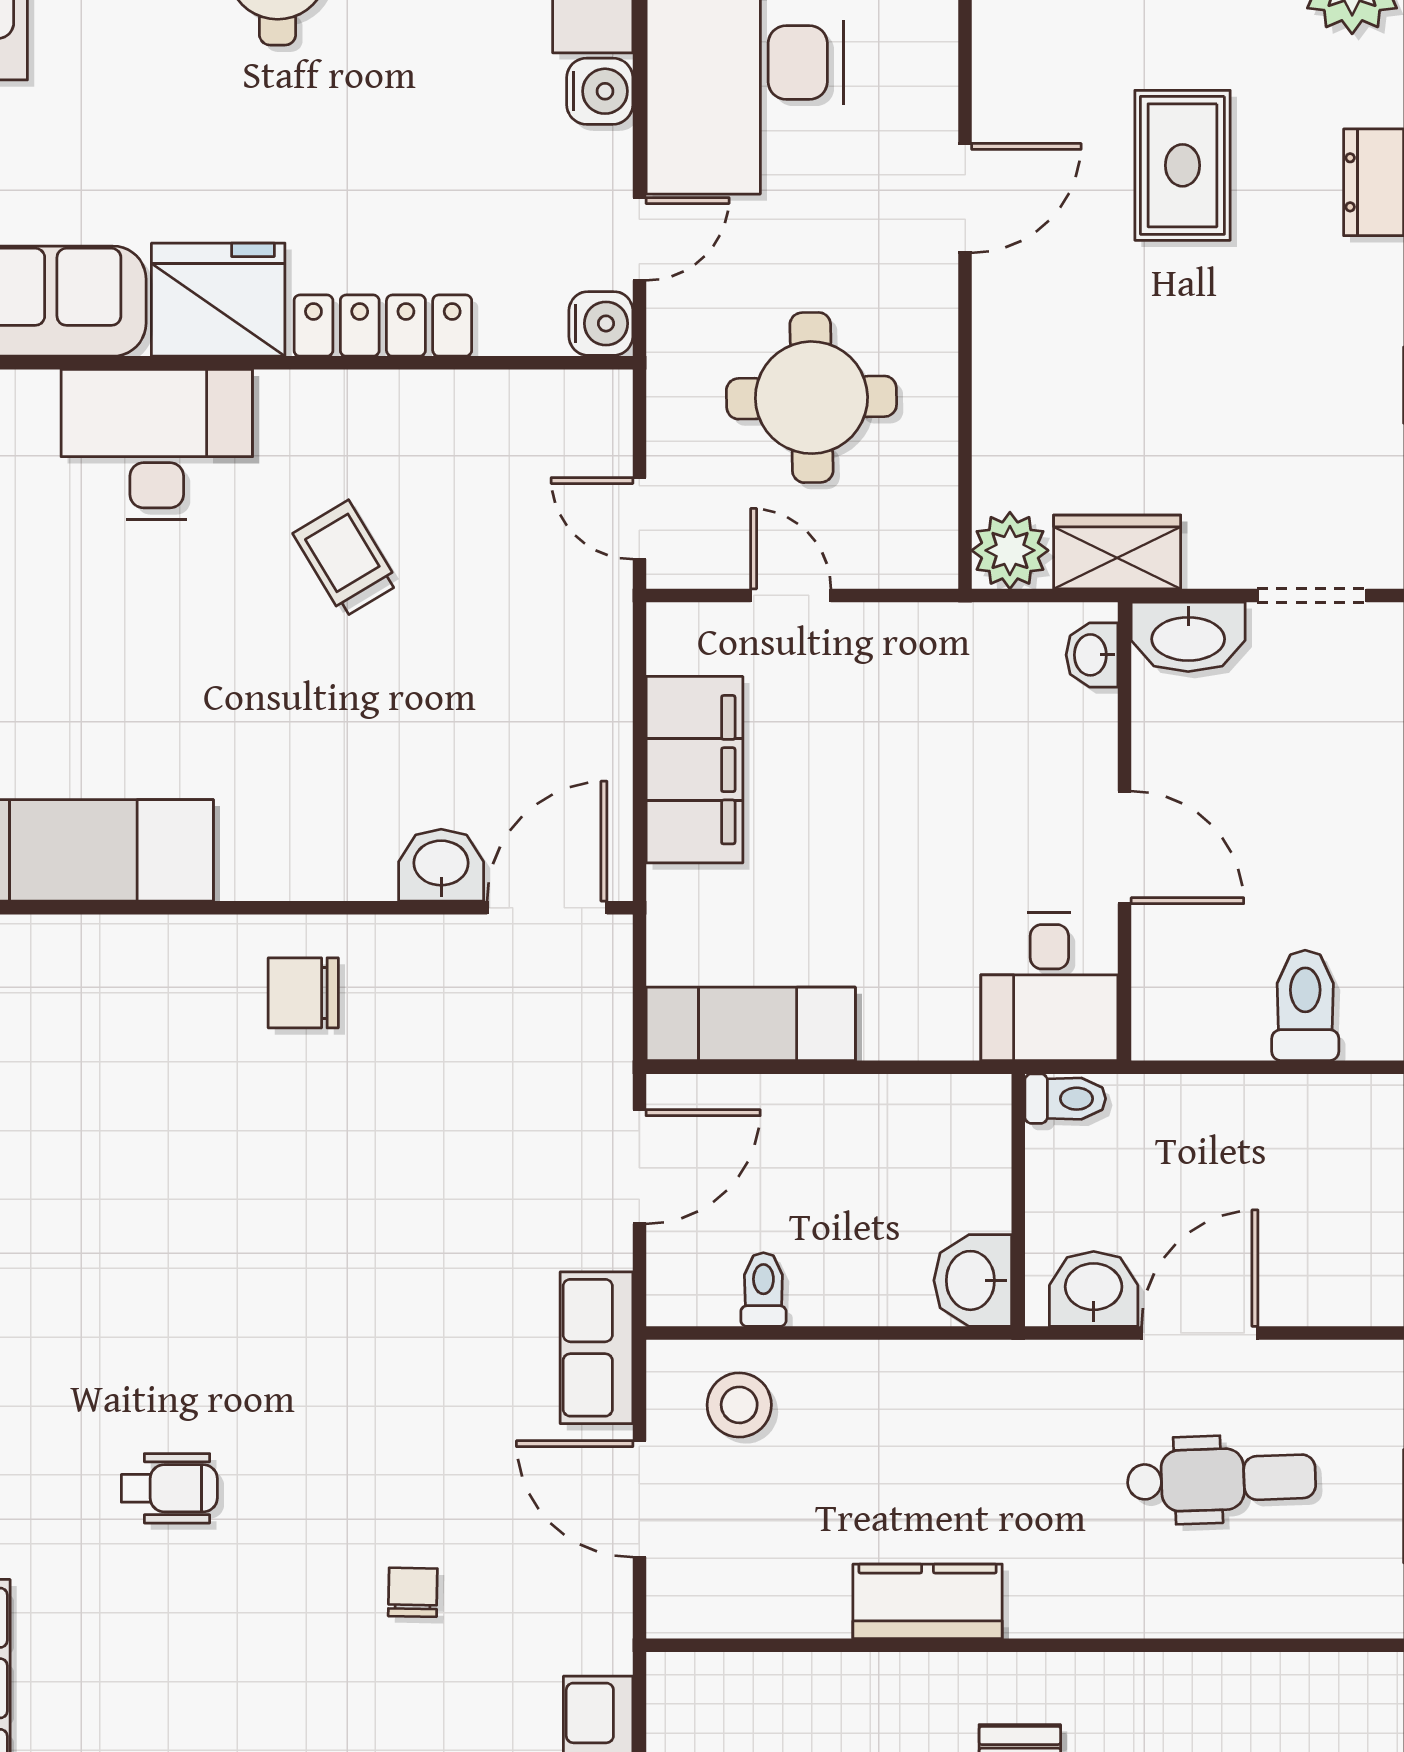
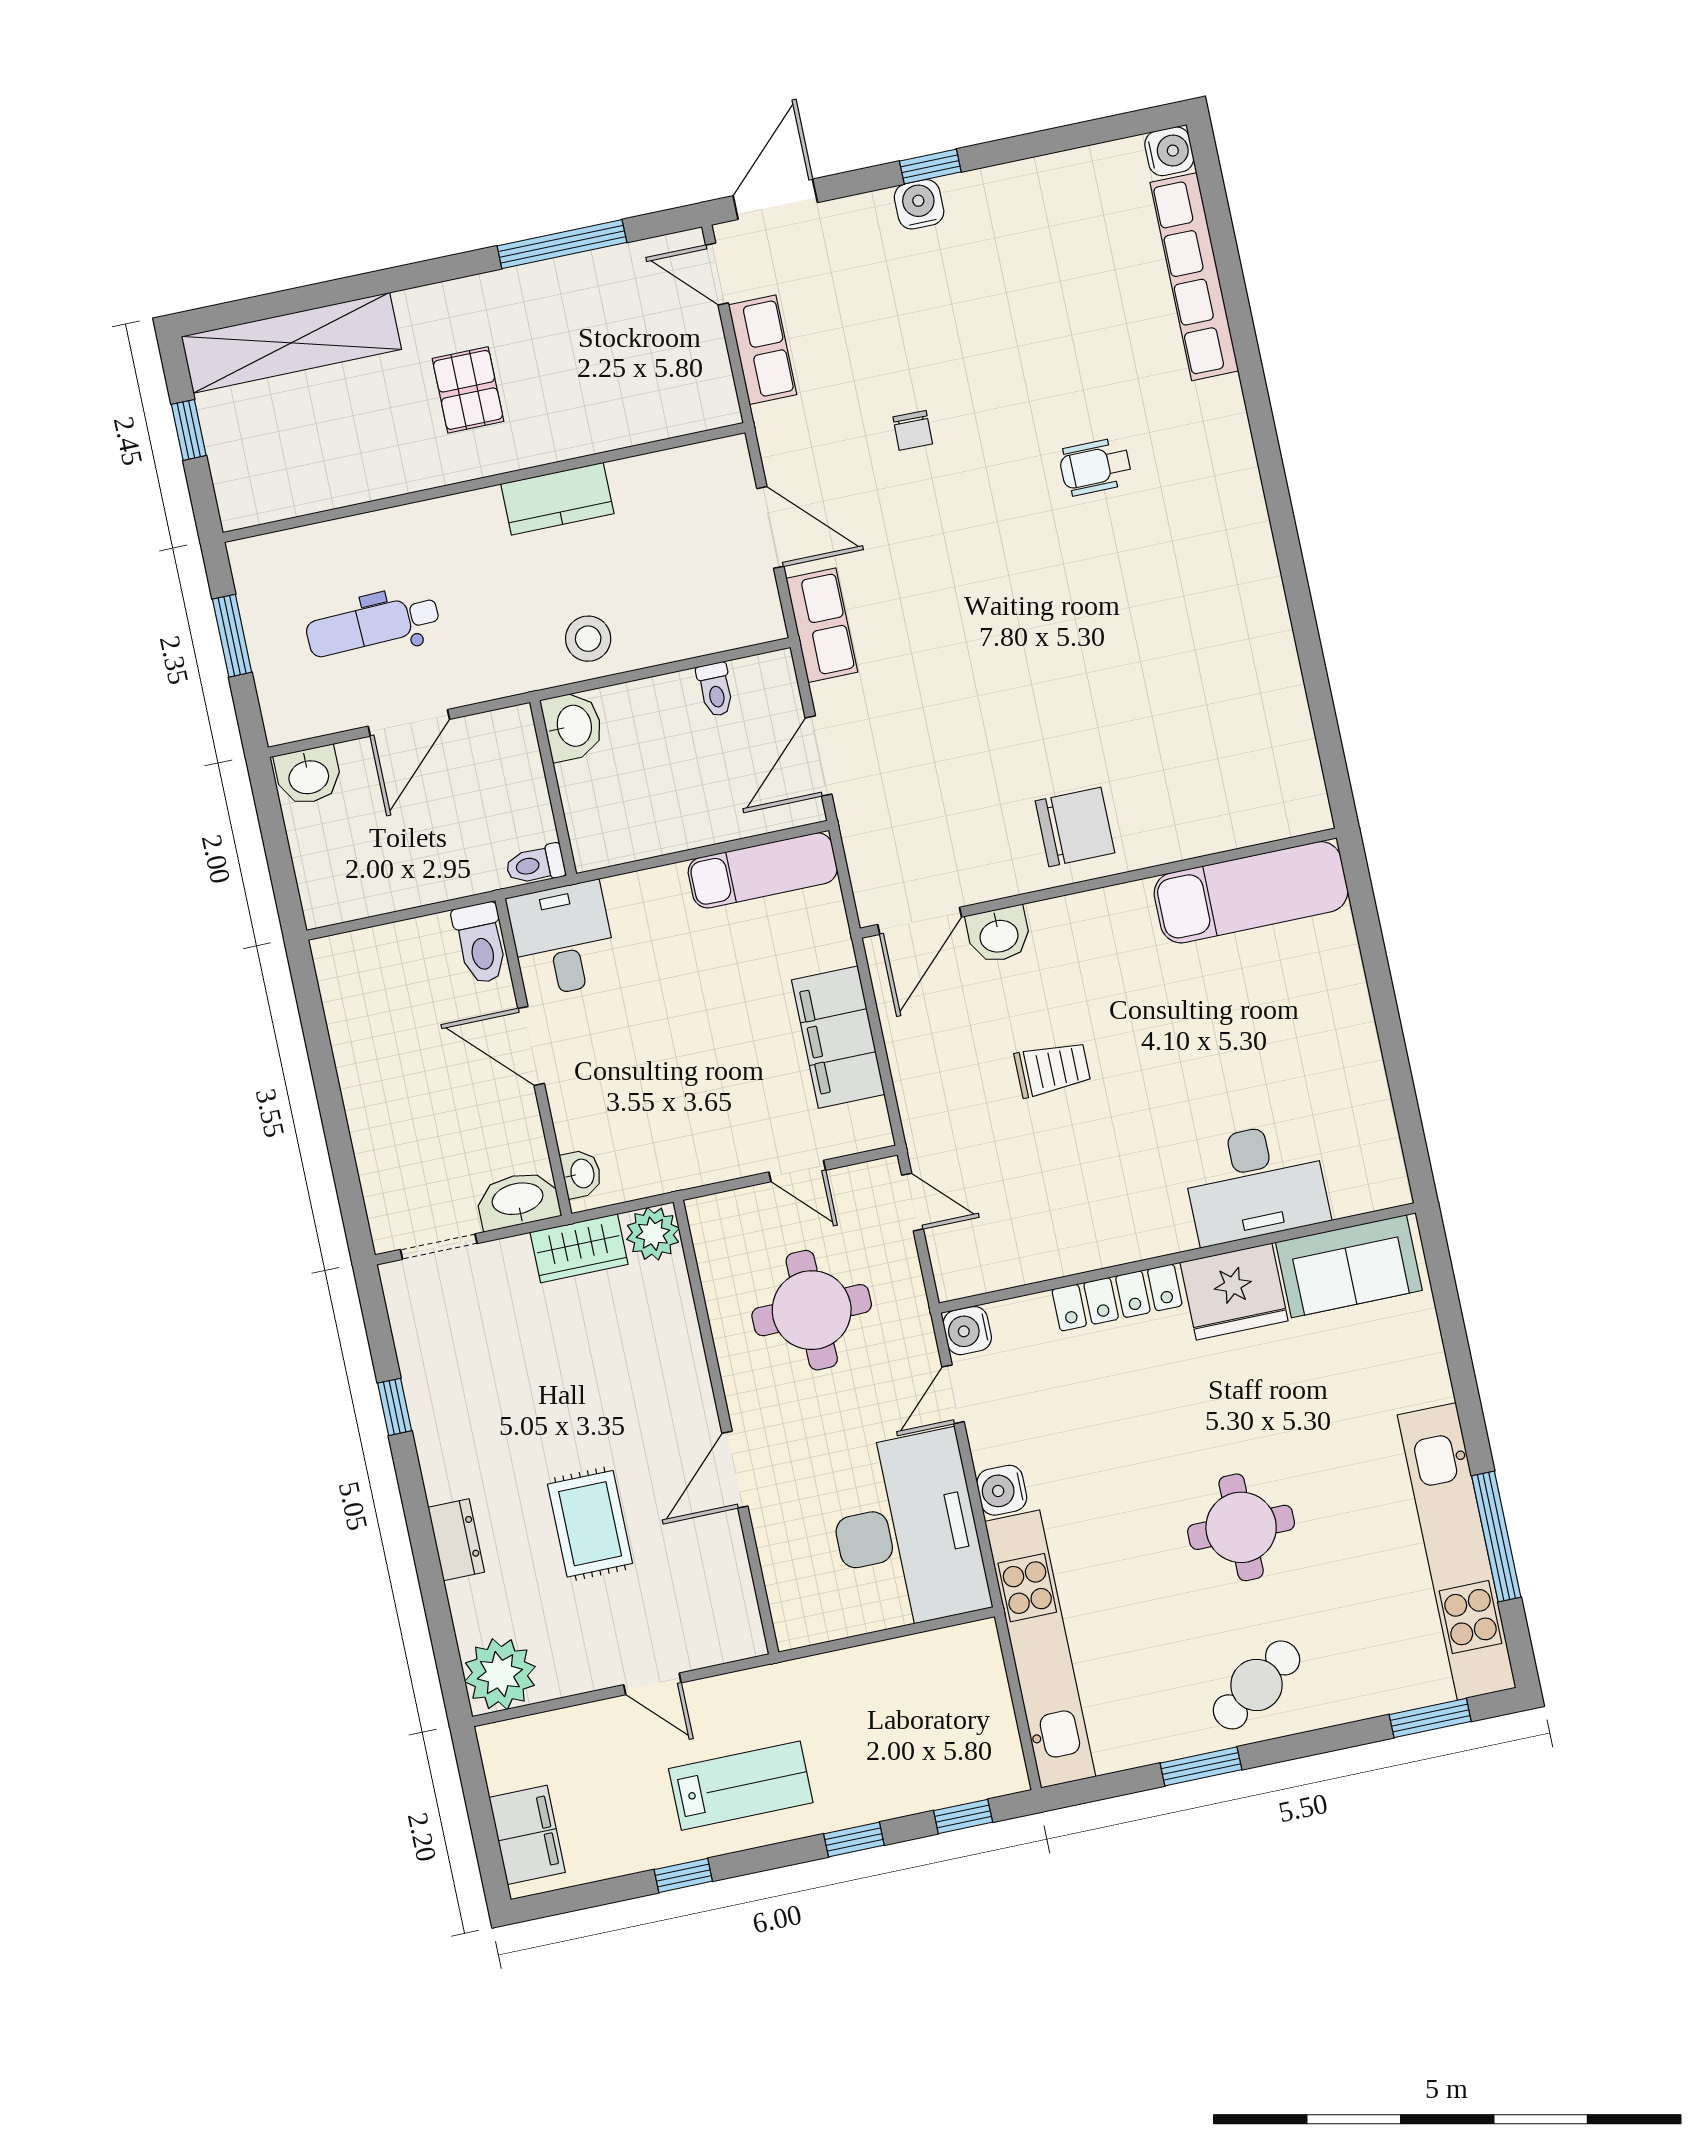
trolley: (346, 559) -> (1052, 1069), moved, turned -59
chair: (303, 993) -> (1075, 827), width x1.37, depth x1.37
toilet: (1305, 1005) -> (481, 943), moved
washbasin: (1094, 1289) -> (308, 776), moved
stool: (739, 1405) -> (588, 639), moved

